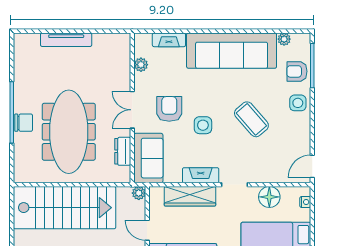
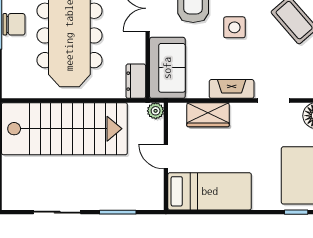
dresser: (123, 151) -> (136, 81), moved
wardrobe: (190, 196) -> (208, 115), width x0.67

